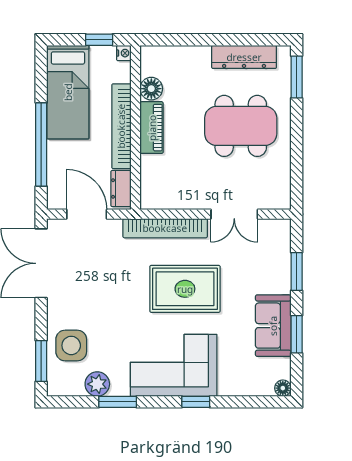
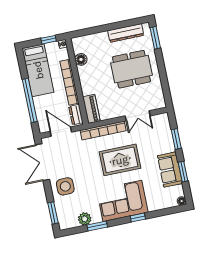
piano: (152, 128) -> (91, 109), moved
side table: (71, 345) -> (65, 186), moved

